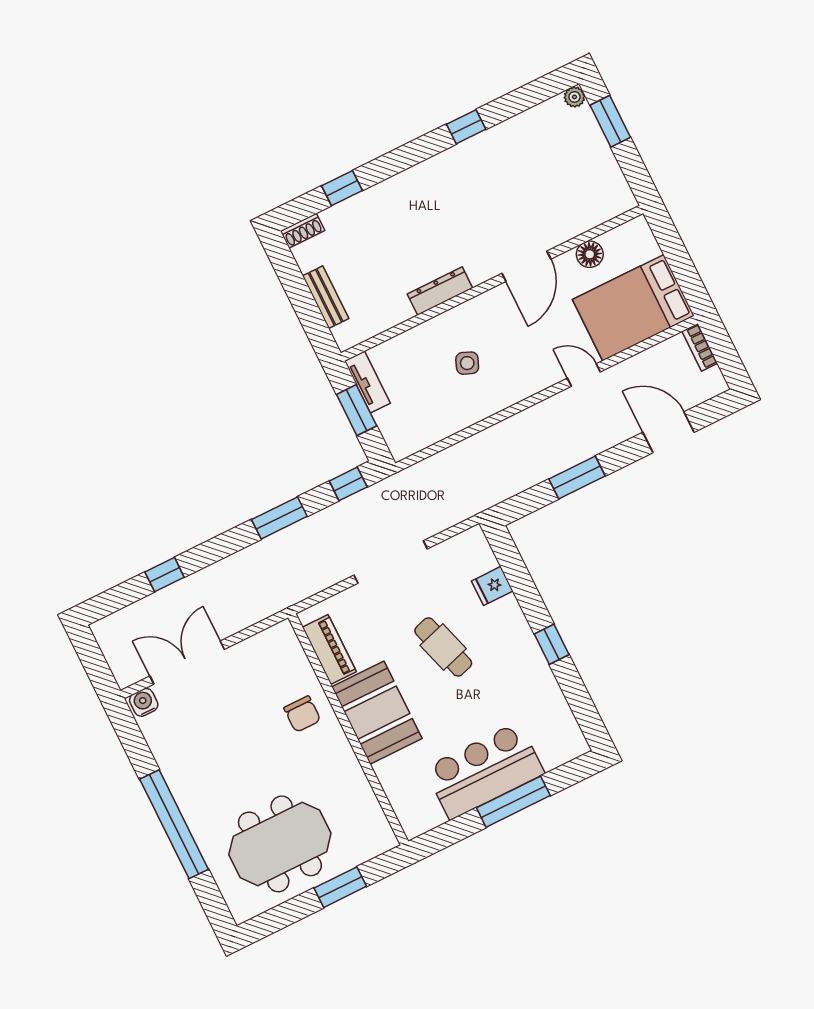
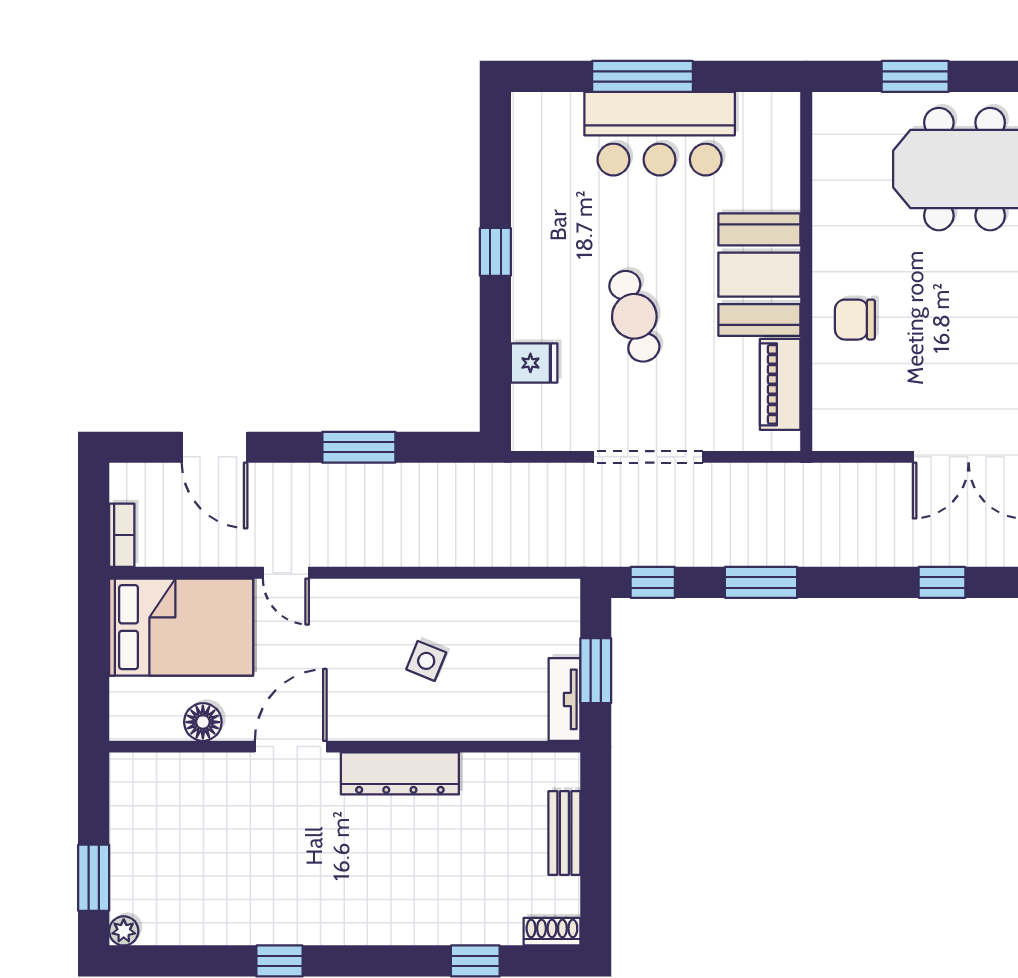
dresser: (440, 291) -> (400, 773), width x1.37, depth x1.24
chair: (302, 714) -> (855, 320), turned -90

